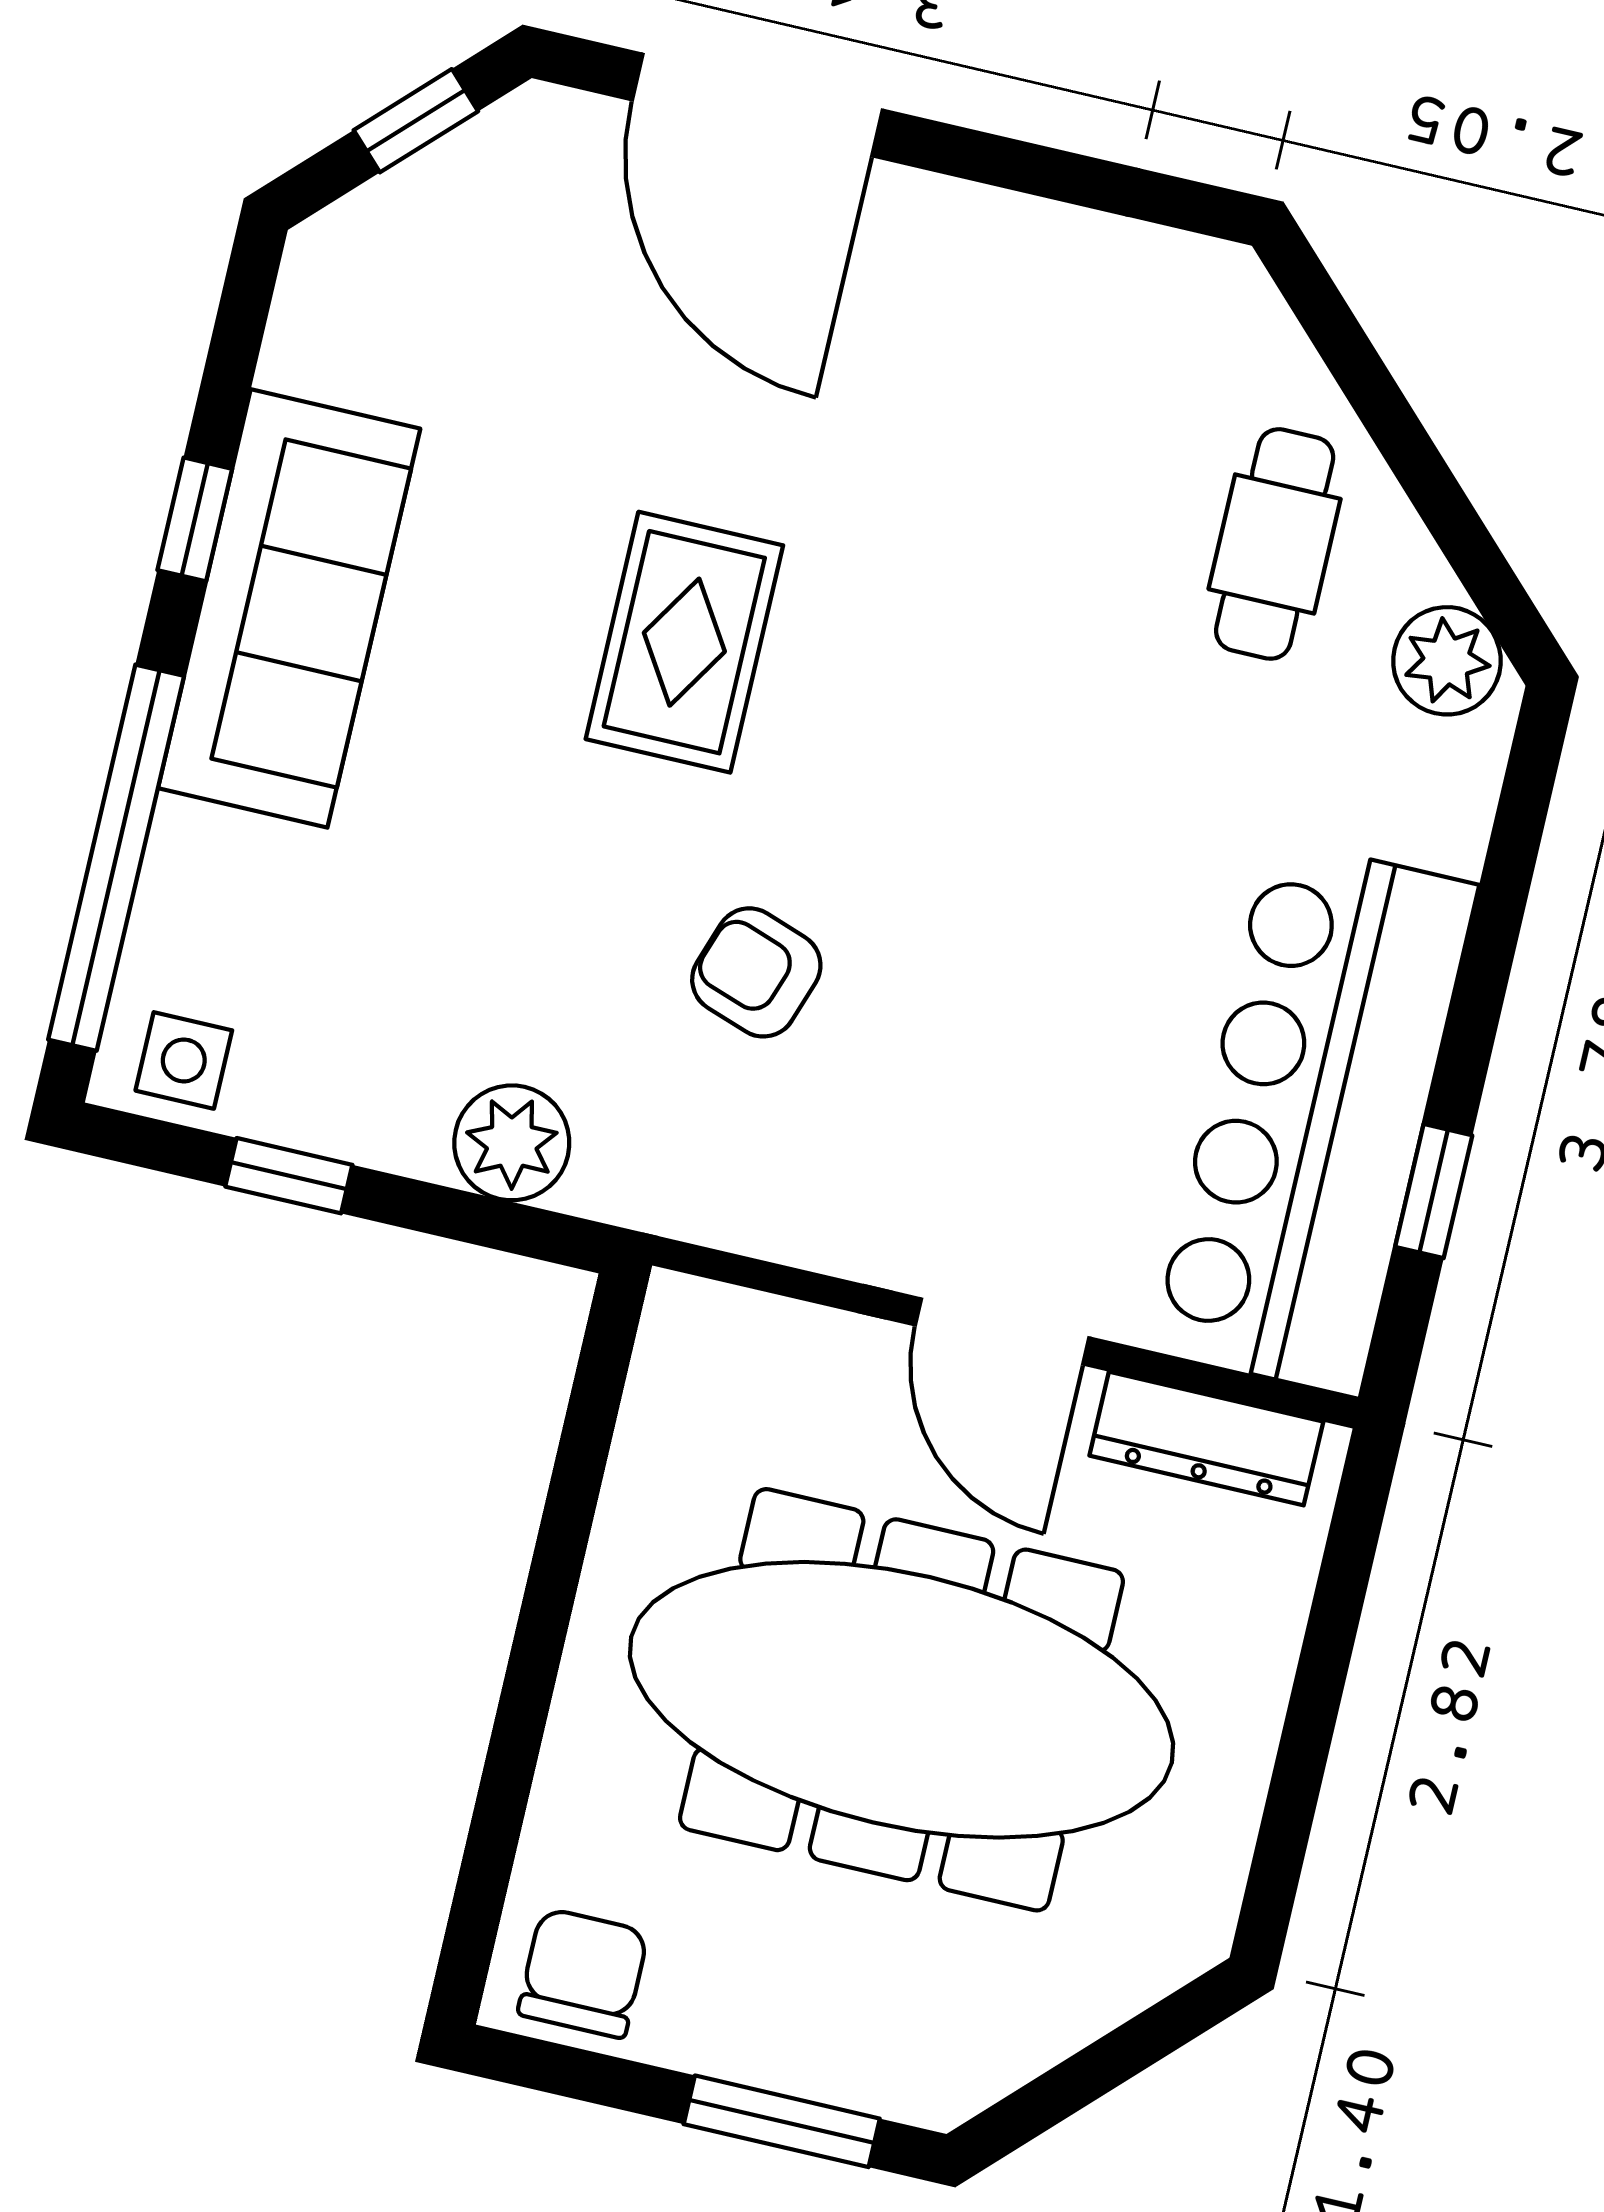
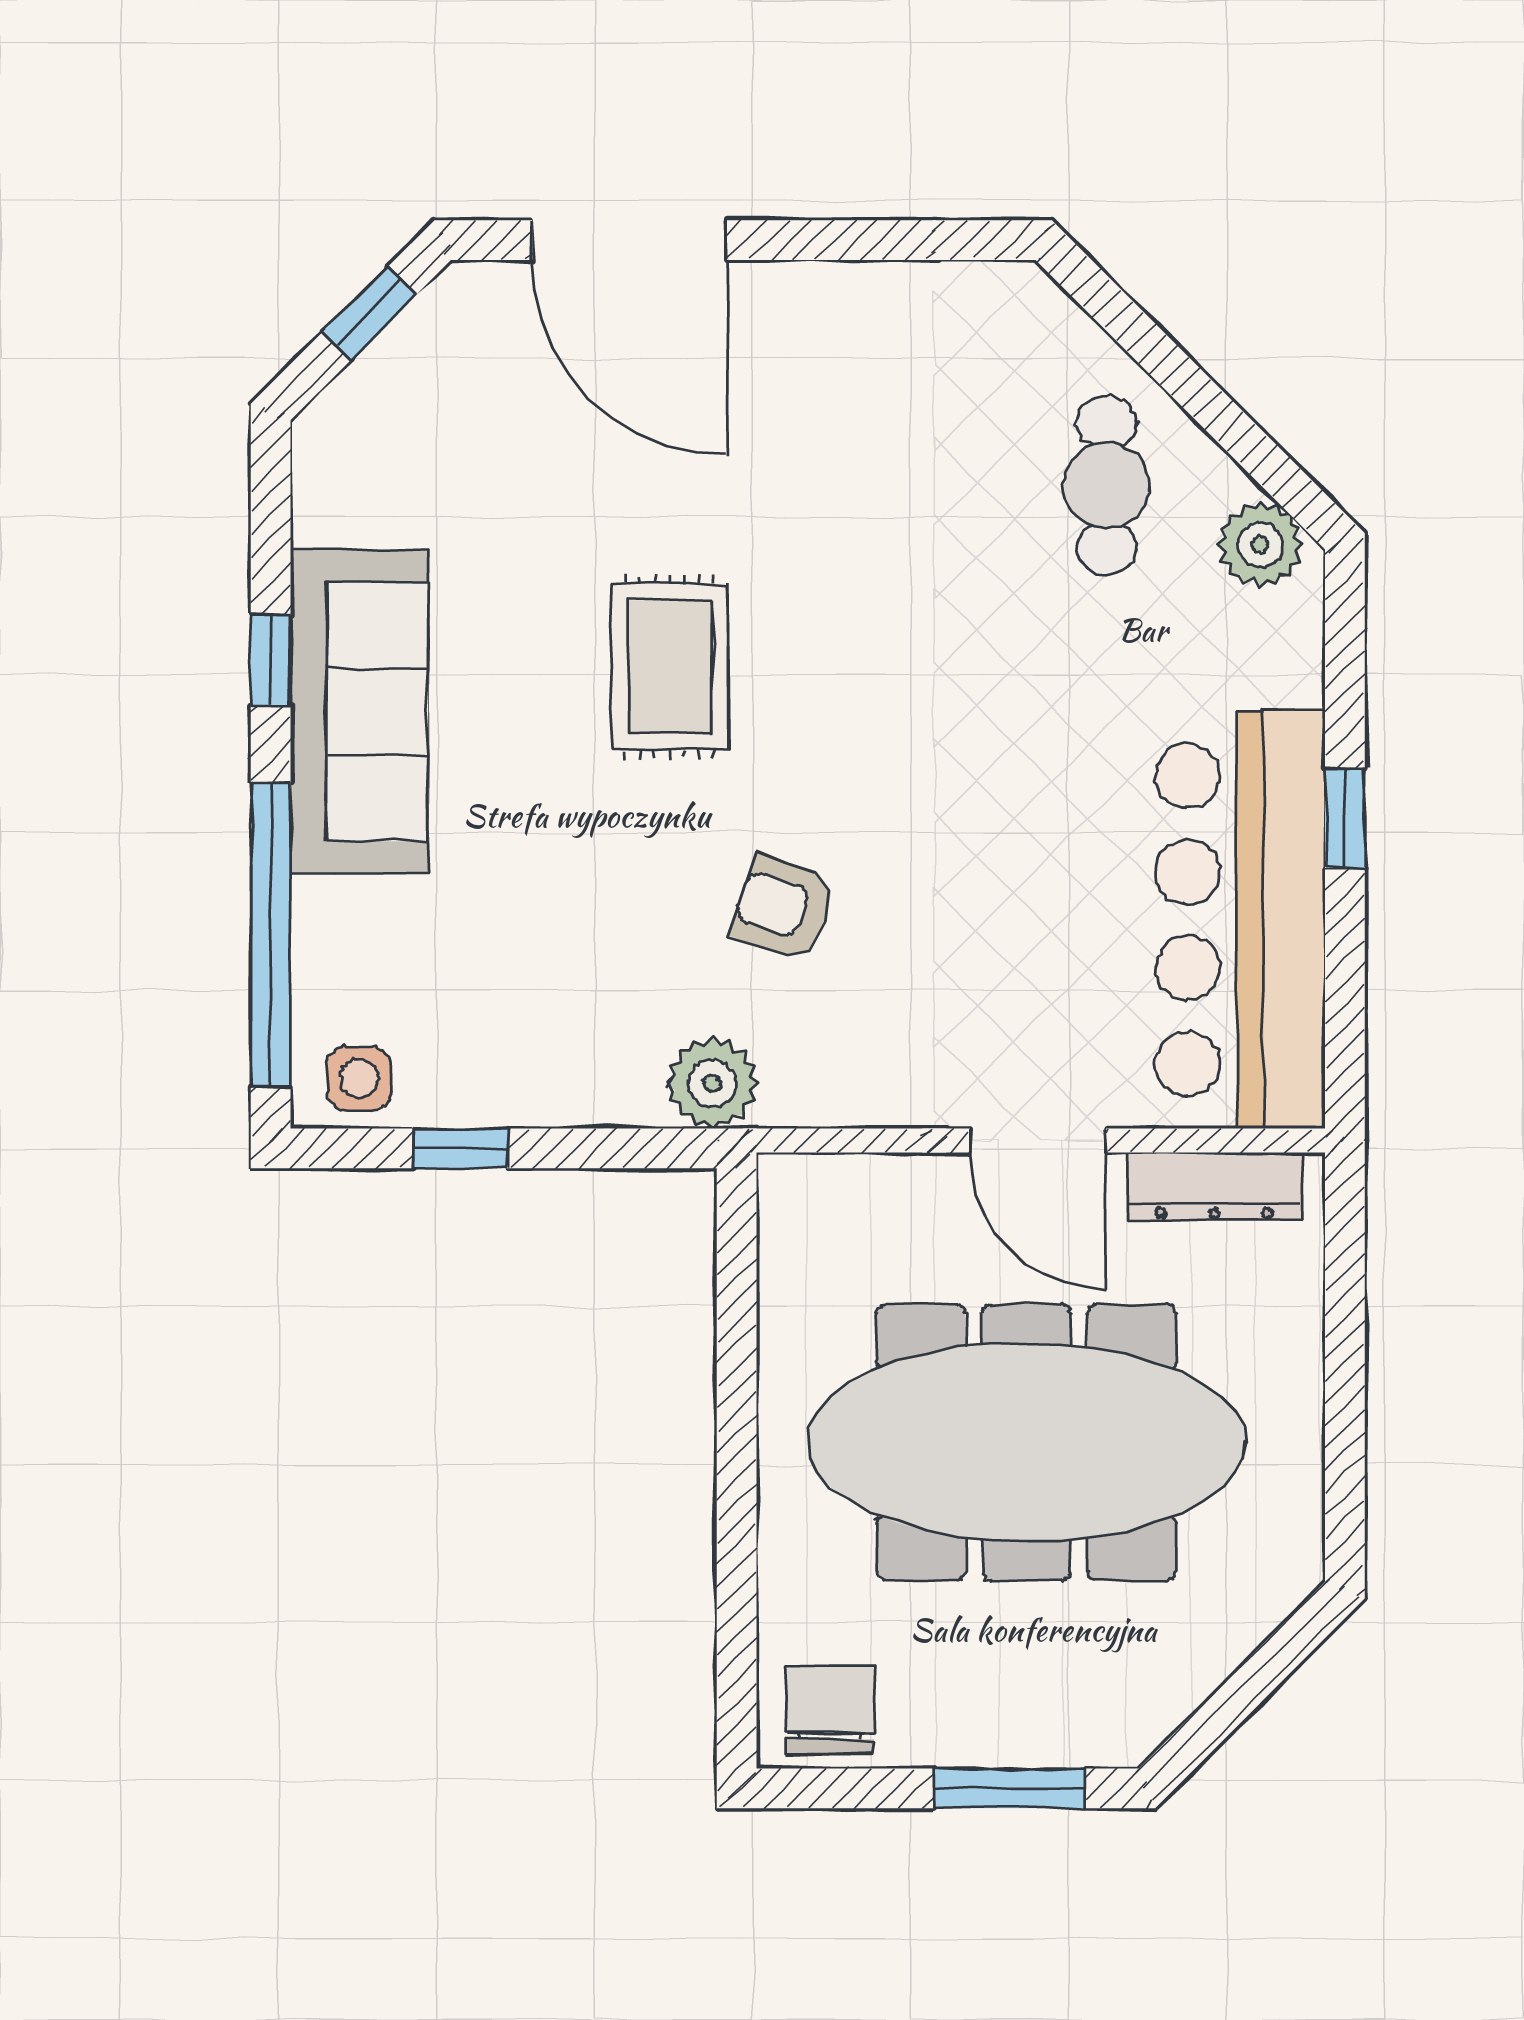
plant: (512, 1143) -> (712, 1083), moved
window: (1434, 1191) -> (1345, 818), moved

